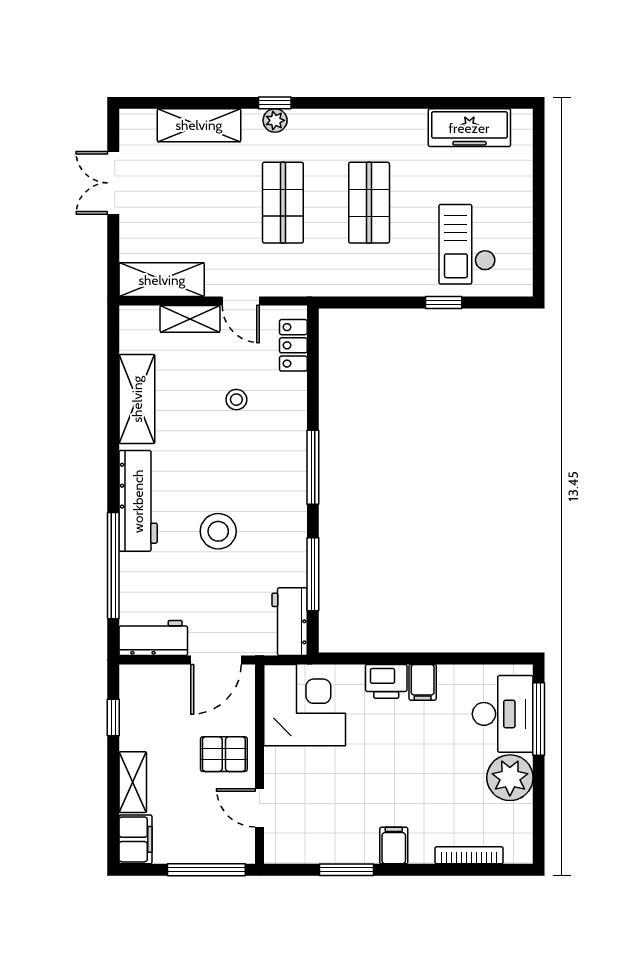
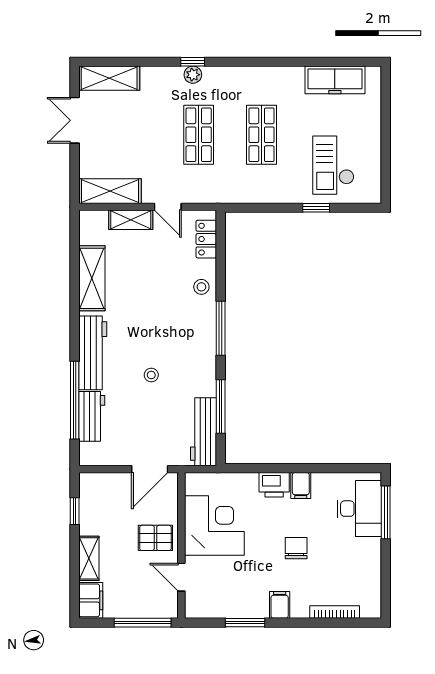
shelving: (199, 125) -> (109, 78), moved
stool: (236, 400) -> (201, 287), moved
stool: (218, 531) -> (151, 375), width x0.53, depth x0.53
workbench: (290, 622) -> (203, 432), width x1.38
workbench: (153, 638) -> (92, 416), moved, turned 90
corner desk: (305, 705) -> (214, 525), moved
chair: (416, 768) -> (296, 548), added
plant: (510, 778) -> (365, 555), removed

